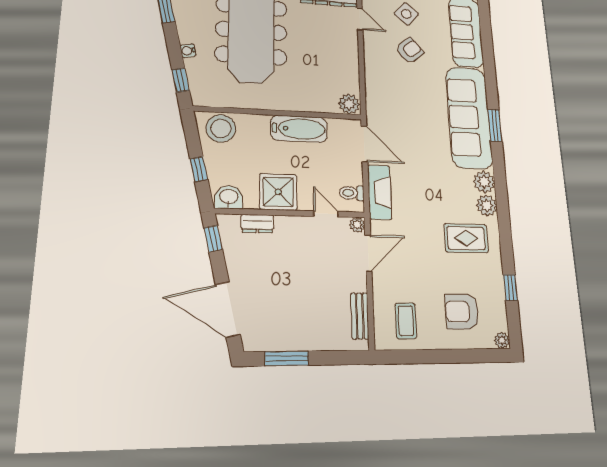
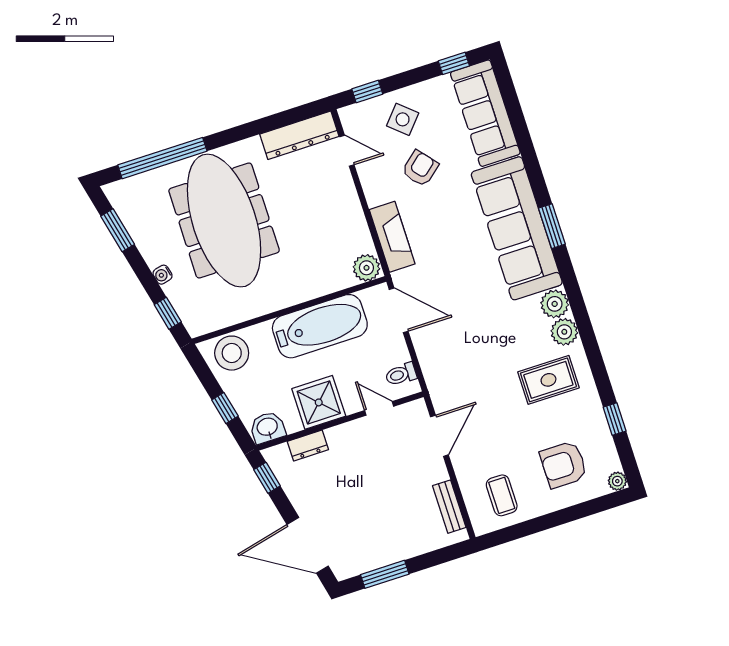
bathtub: (299, 129) -> (320, 326), width x1.36, depth x1.36
fireplace: (380, 192) -> (392, 237), moved
plant: (357, 225) -> (418, 409), removed

